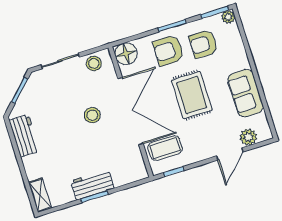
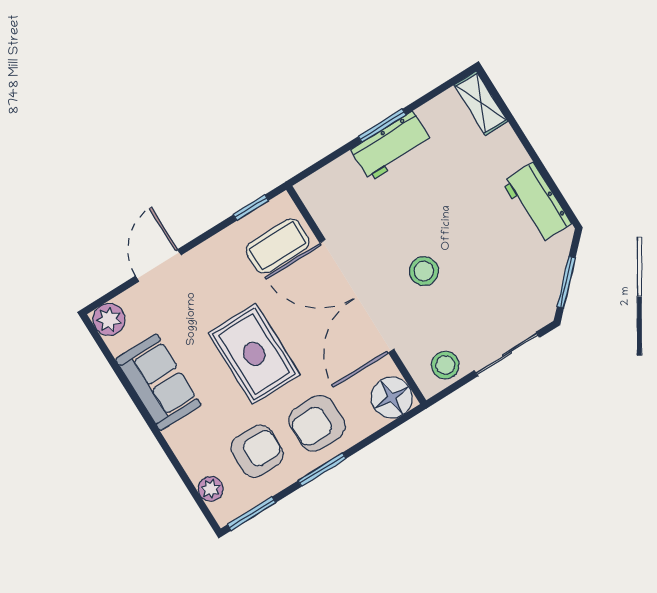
plant: (228, 17) -> (211, 489), moved
armchair: (168, 50) -> (317, 423), turned 180
plant: (248, 137) -> (109, 319), moved

